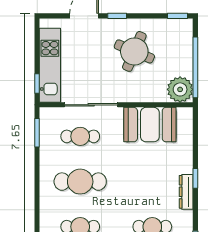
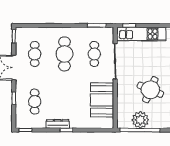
plant: (180, 89) -> (140, 120), moved

